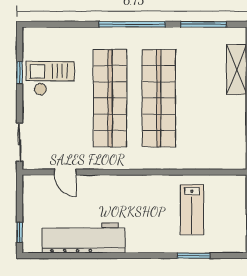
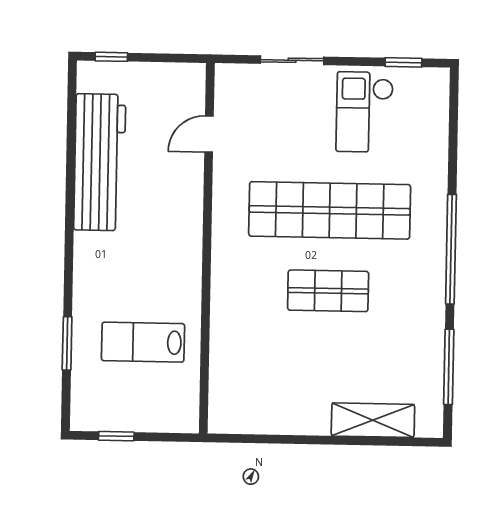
window: (20, 73) -> (403, 62), moved
checkout: (50, 78) -> (365, 112), turned 180
shop shelf: (159, 98) -> (328, 291), width x0.50, depth x0.74
sliding door: (20, 142) -> (292, 60), moved

